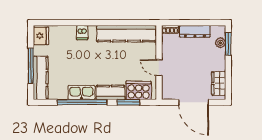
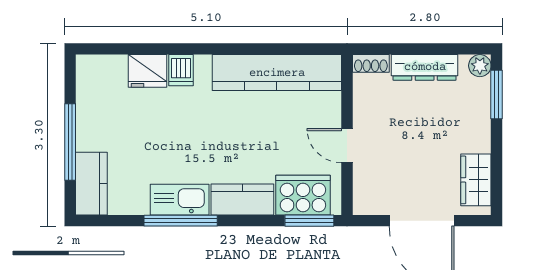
fridge: (41, 36) -> (147, 71), moved, turned 90
plant: (220, 43) -> (480, 66), moved
kitchen counter: (41, 78) -> (91, 184), width x0.67
window: (82, 102) -> (181, 221), width x0.68
window: (128, 102) -> (309, 221), moved

